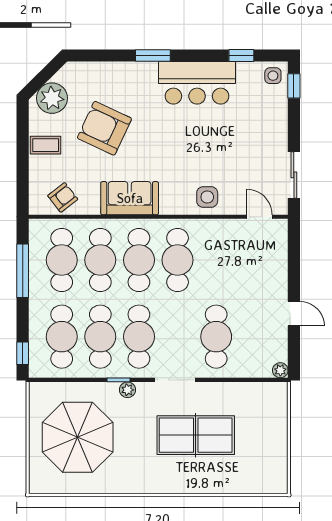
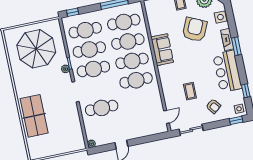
fireplace: (136, 70) -> (227, 39), added
coffee table: (220, 162) -> (190, 91), added
armchair: (63, 197) -> (213, 106), moved
side table: (207, 197) -> (220, 17), moved
table tennis table: (196, 435) -> (34, 116), moved

